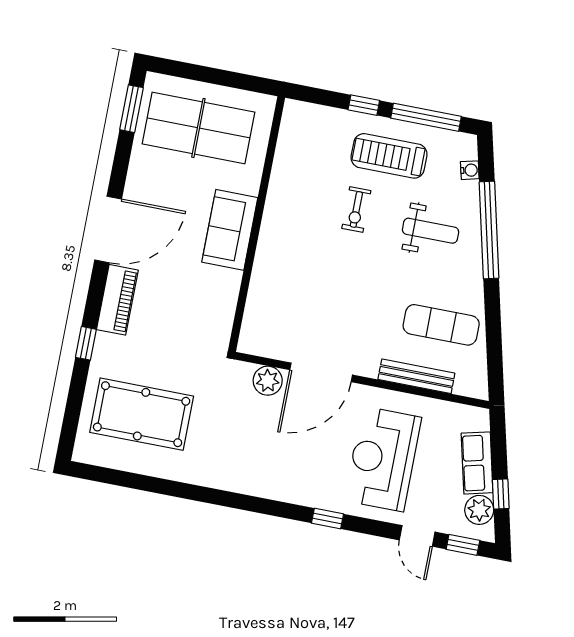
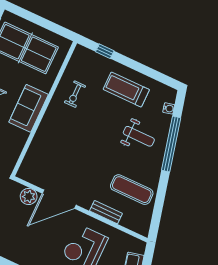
window: (364, 105) -> (105, 51), moved
window: (426, 117) -> (152, 73), removed
exercise bike: (356, 209) -> (75, 94), moved
bench: (416, 376) -> (106, 212), width x0.73

